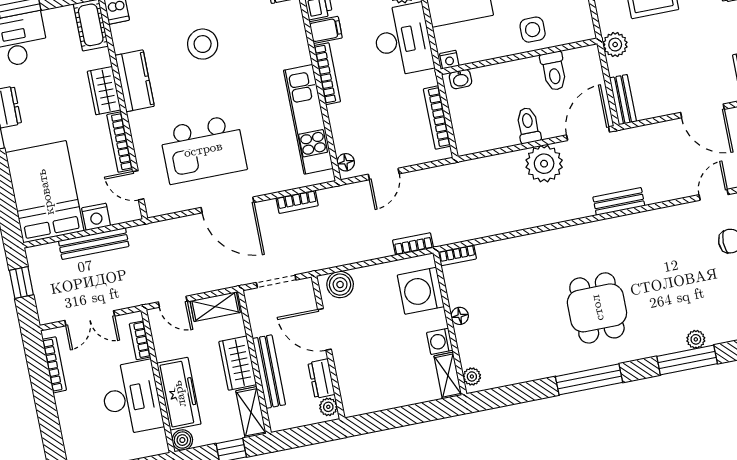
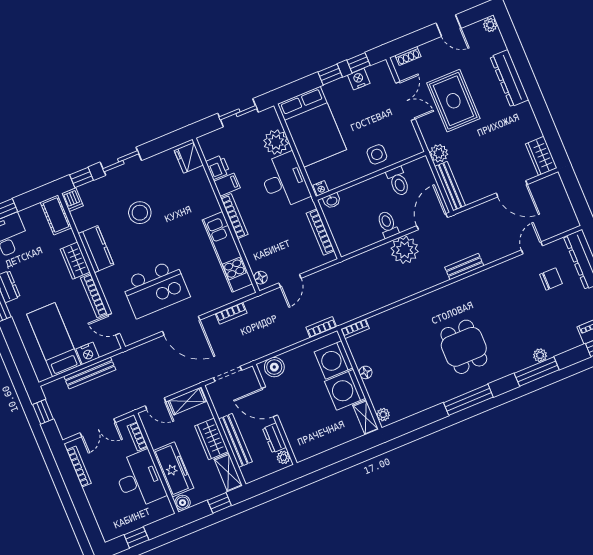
bench: (623, 100) -> (450, 186), width x1.36
bed: (45, 192) -> (54, 340), width x0.67
washing machine: (440, 341) -> (345, 390), width x1.89, depth x1.89

